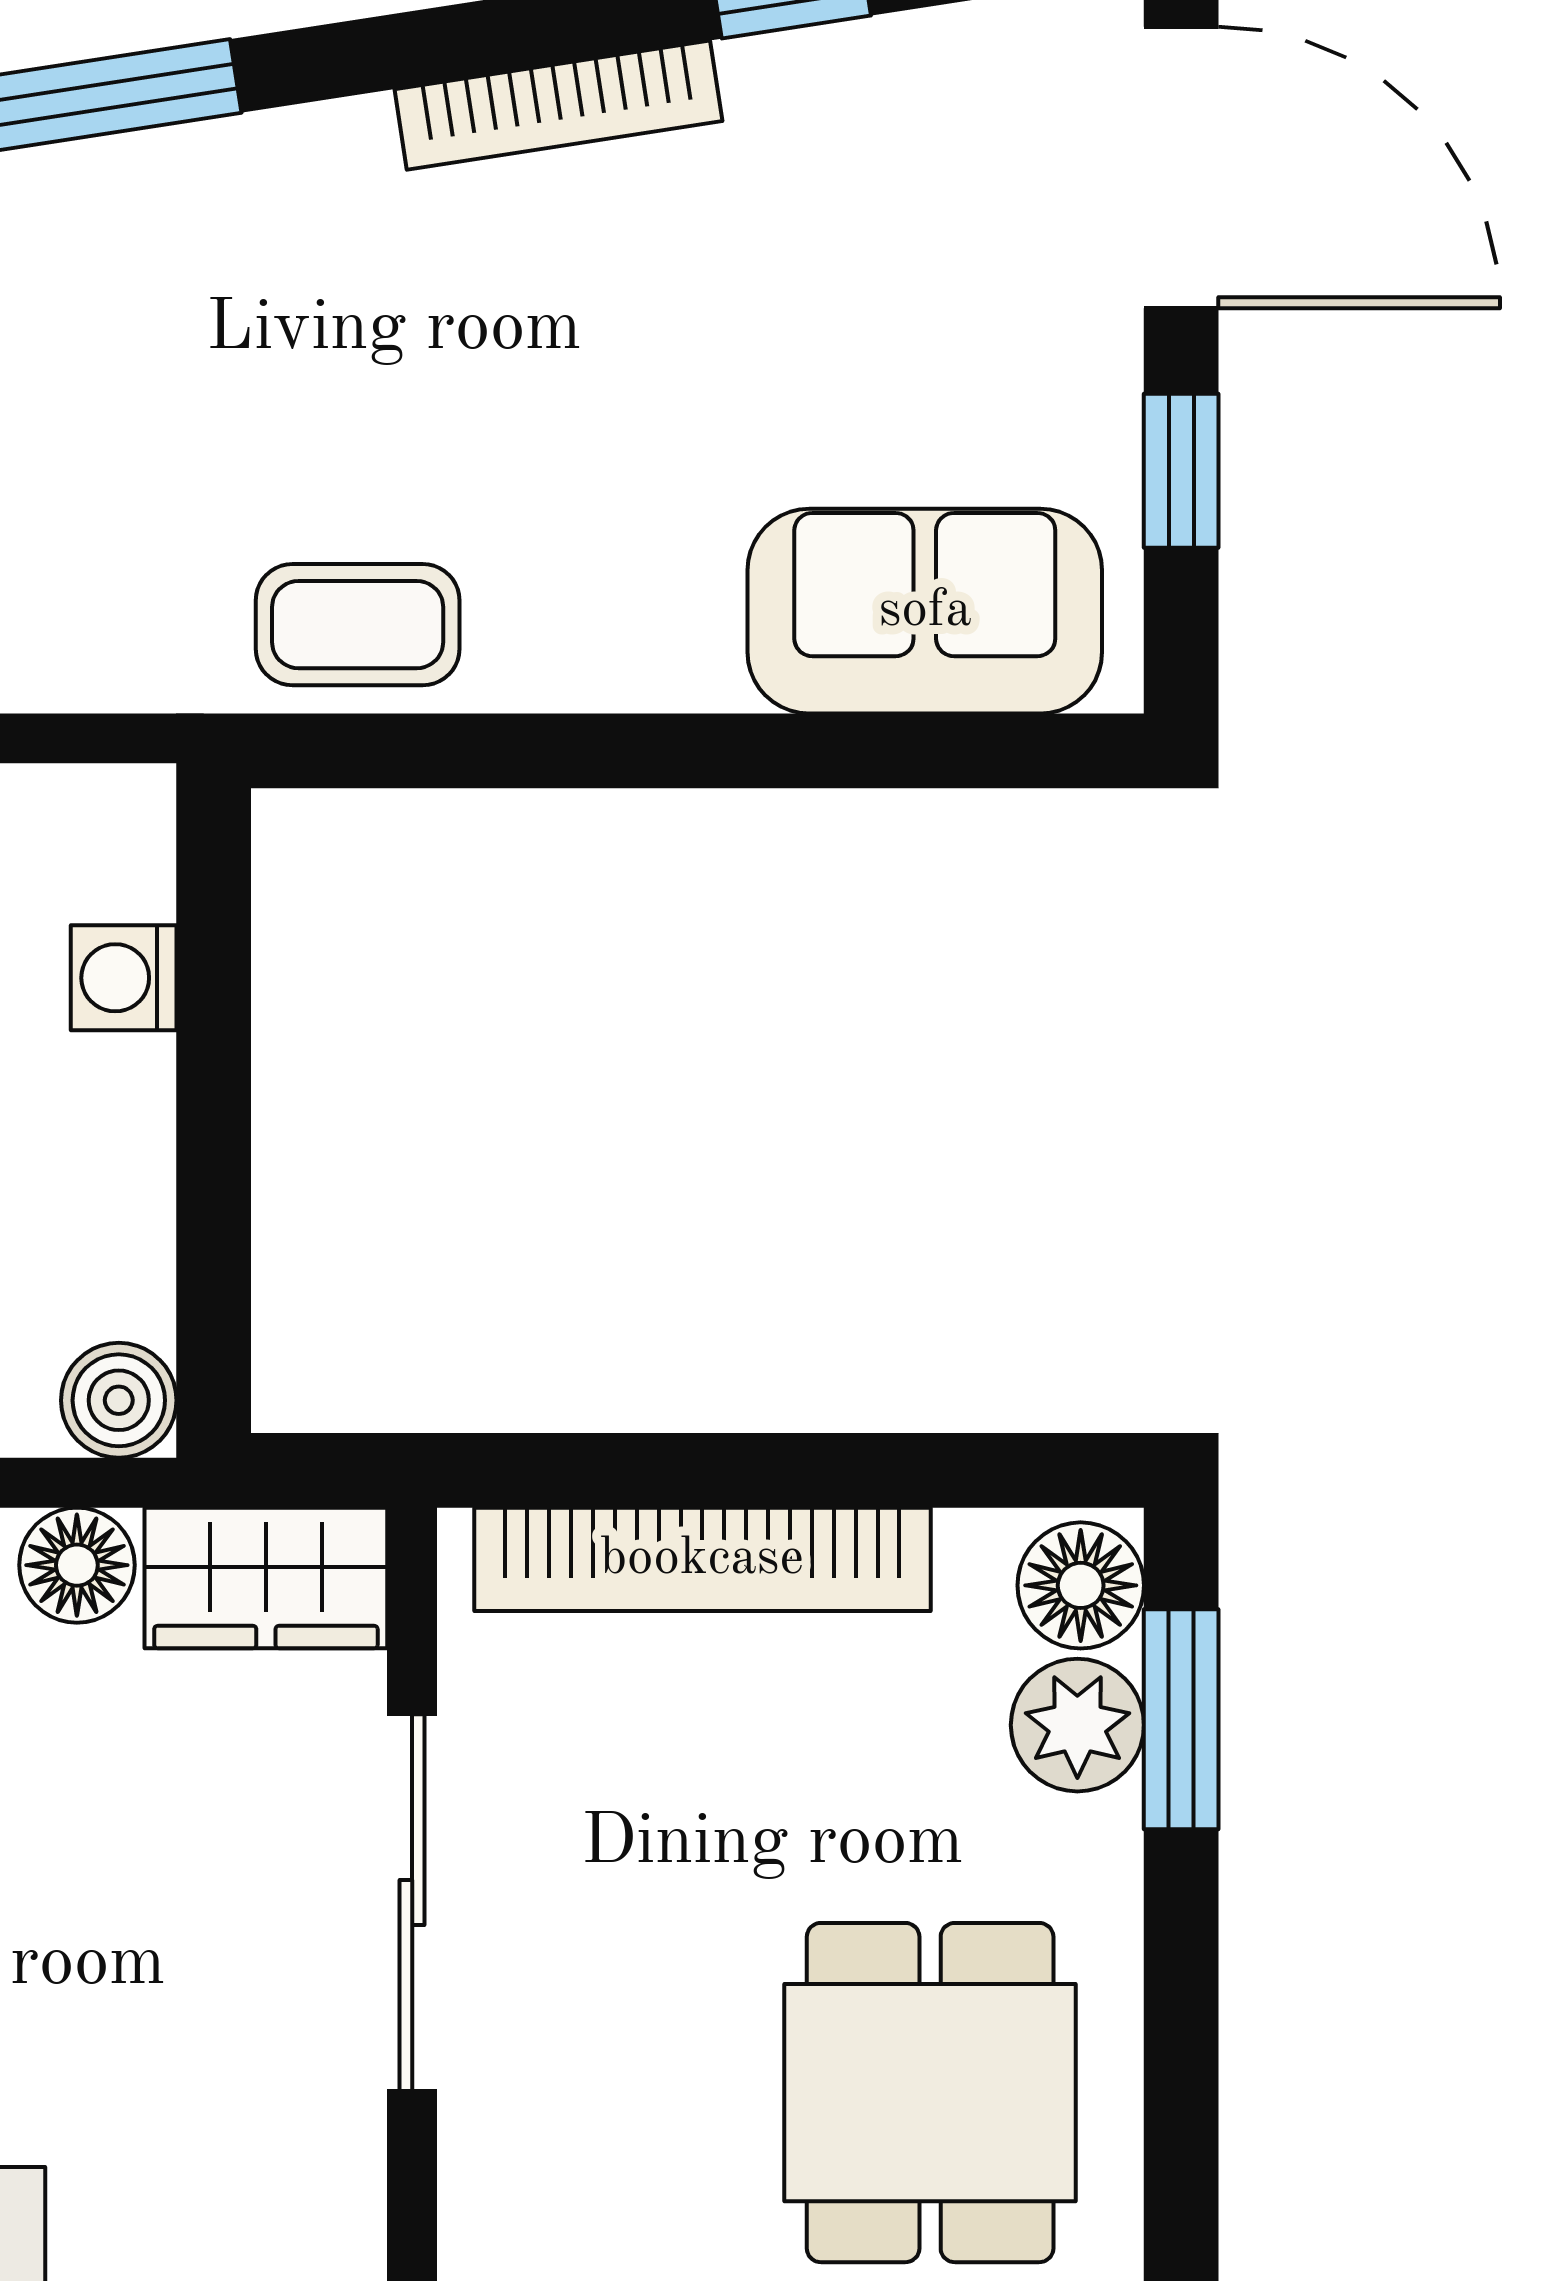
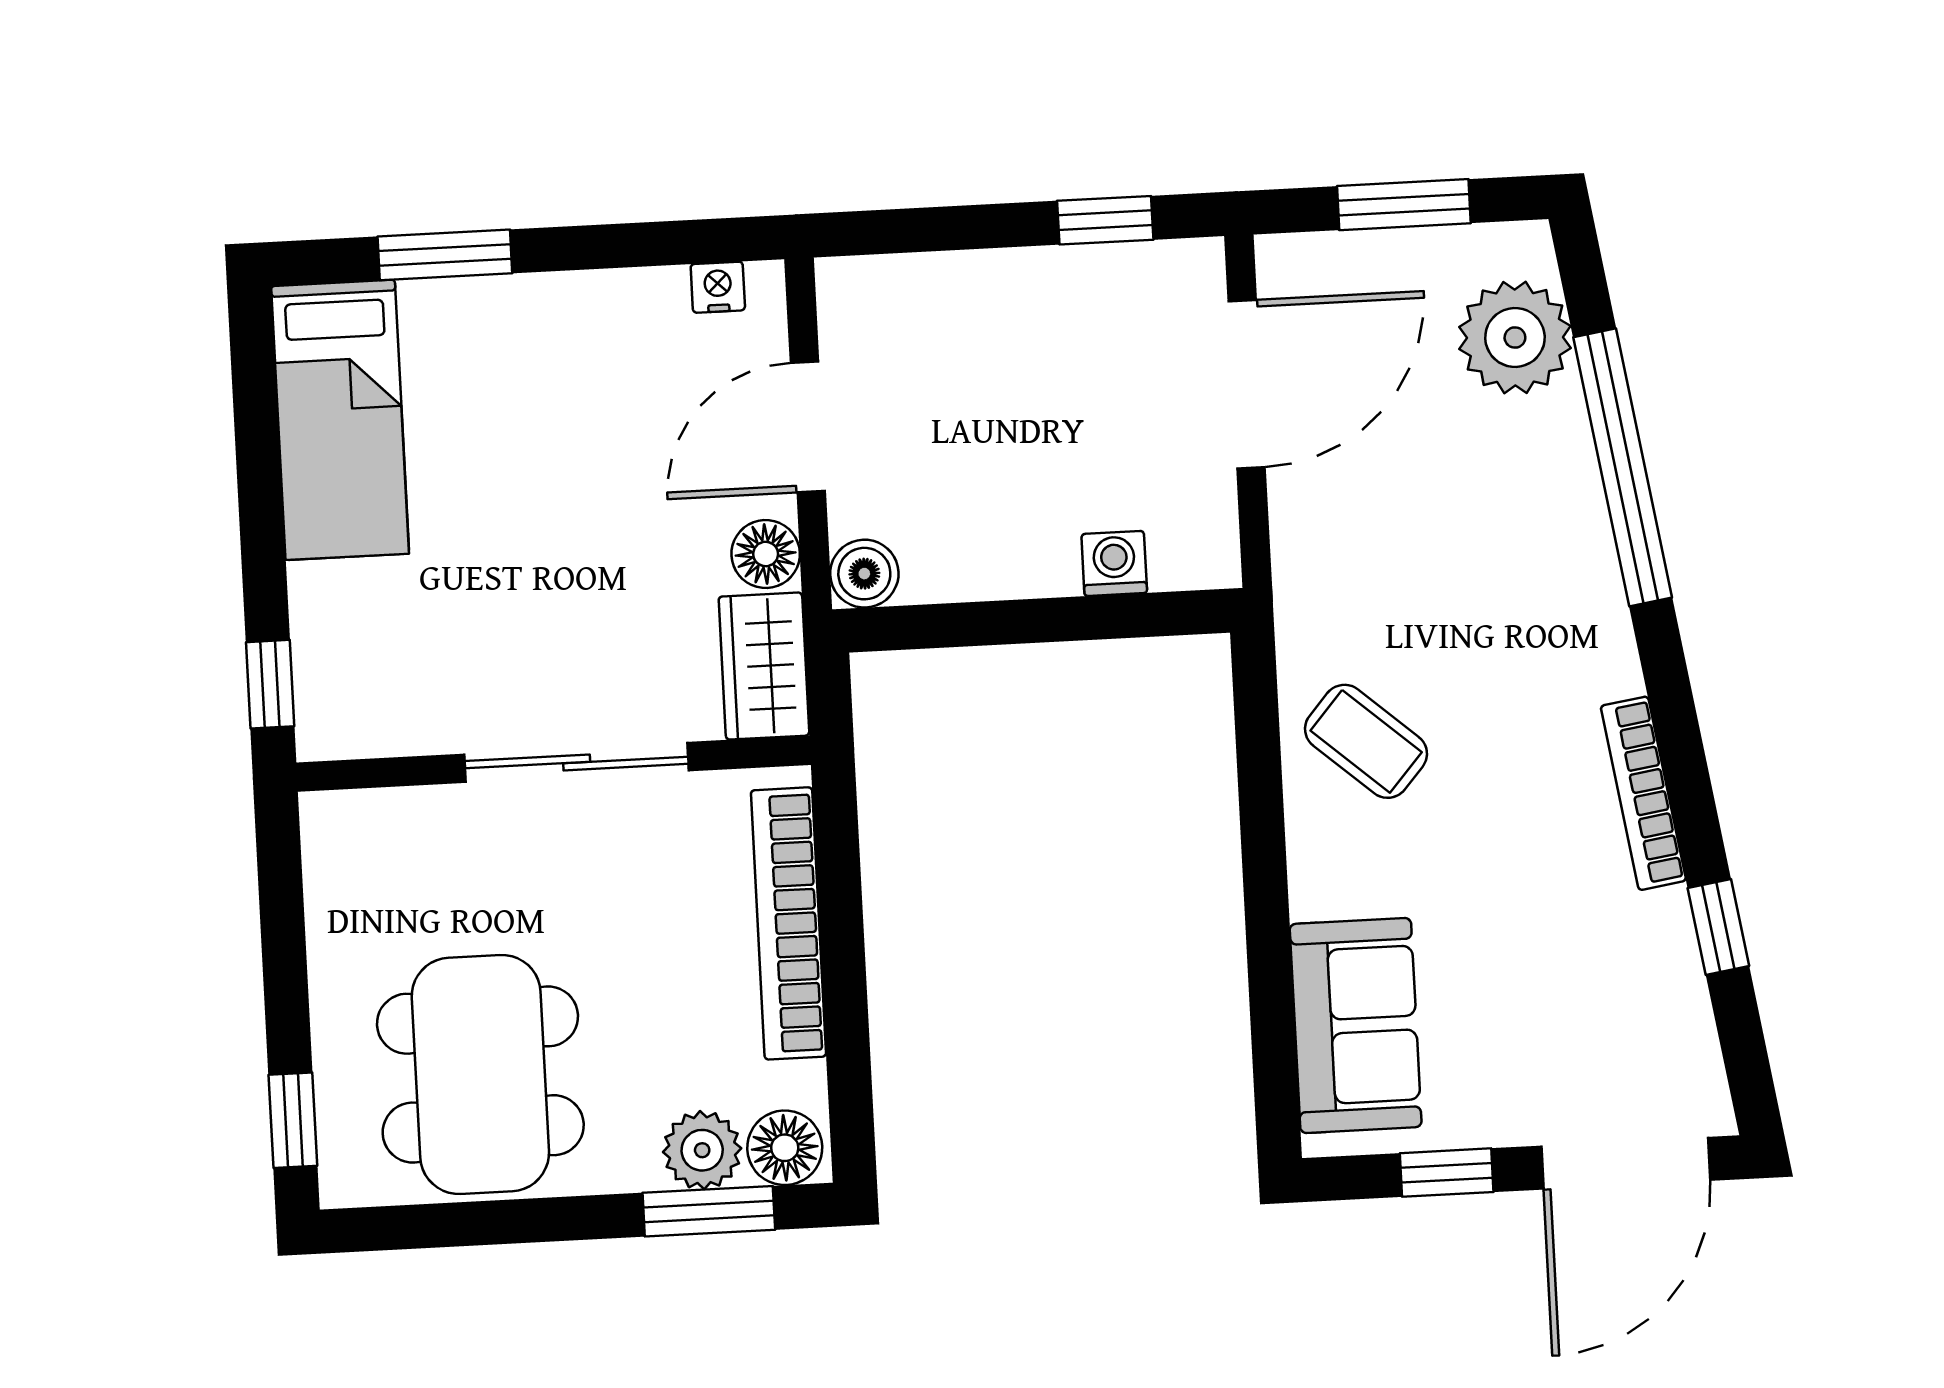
coffee table: (358, 625) -> (1366, 741), moved, turned -49
dining table: (930, 2093) -> (480, 1074), width x1.38

